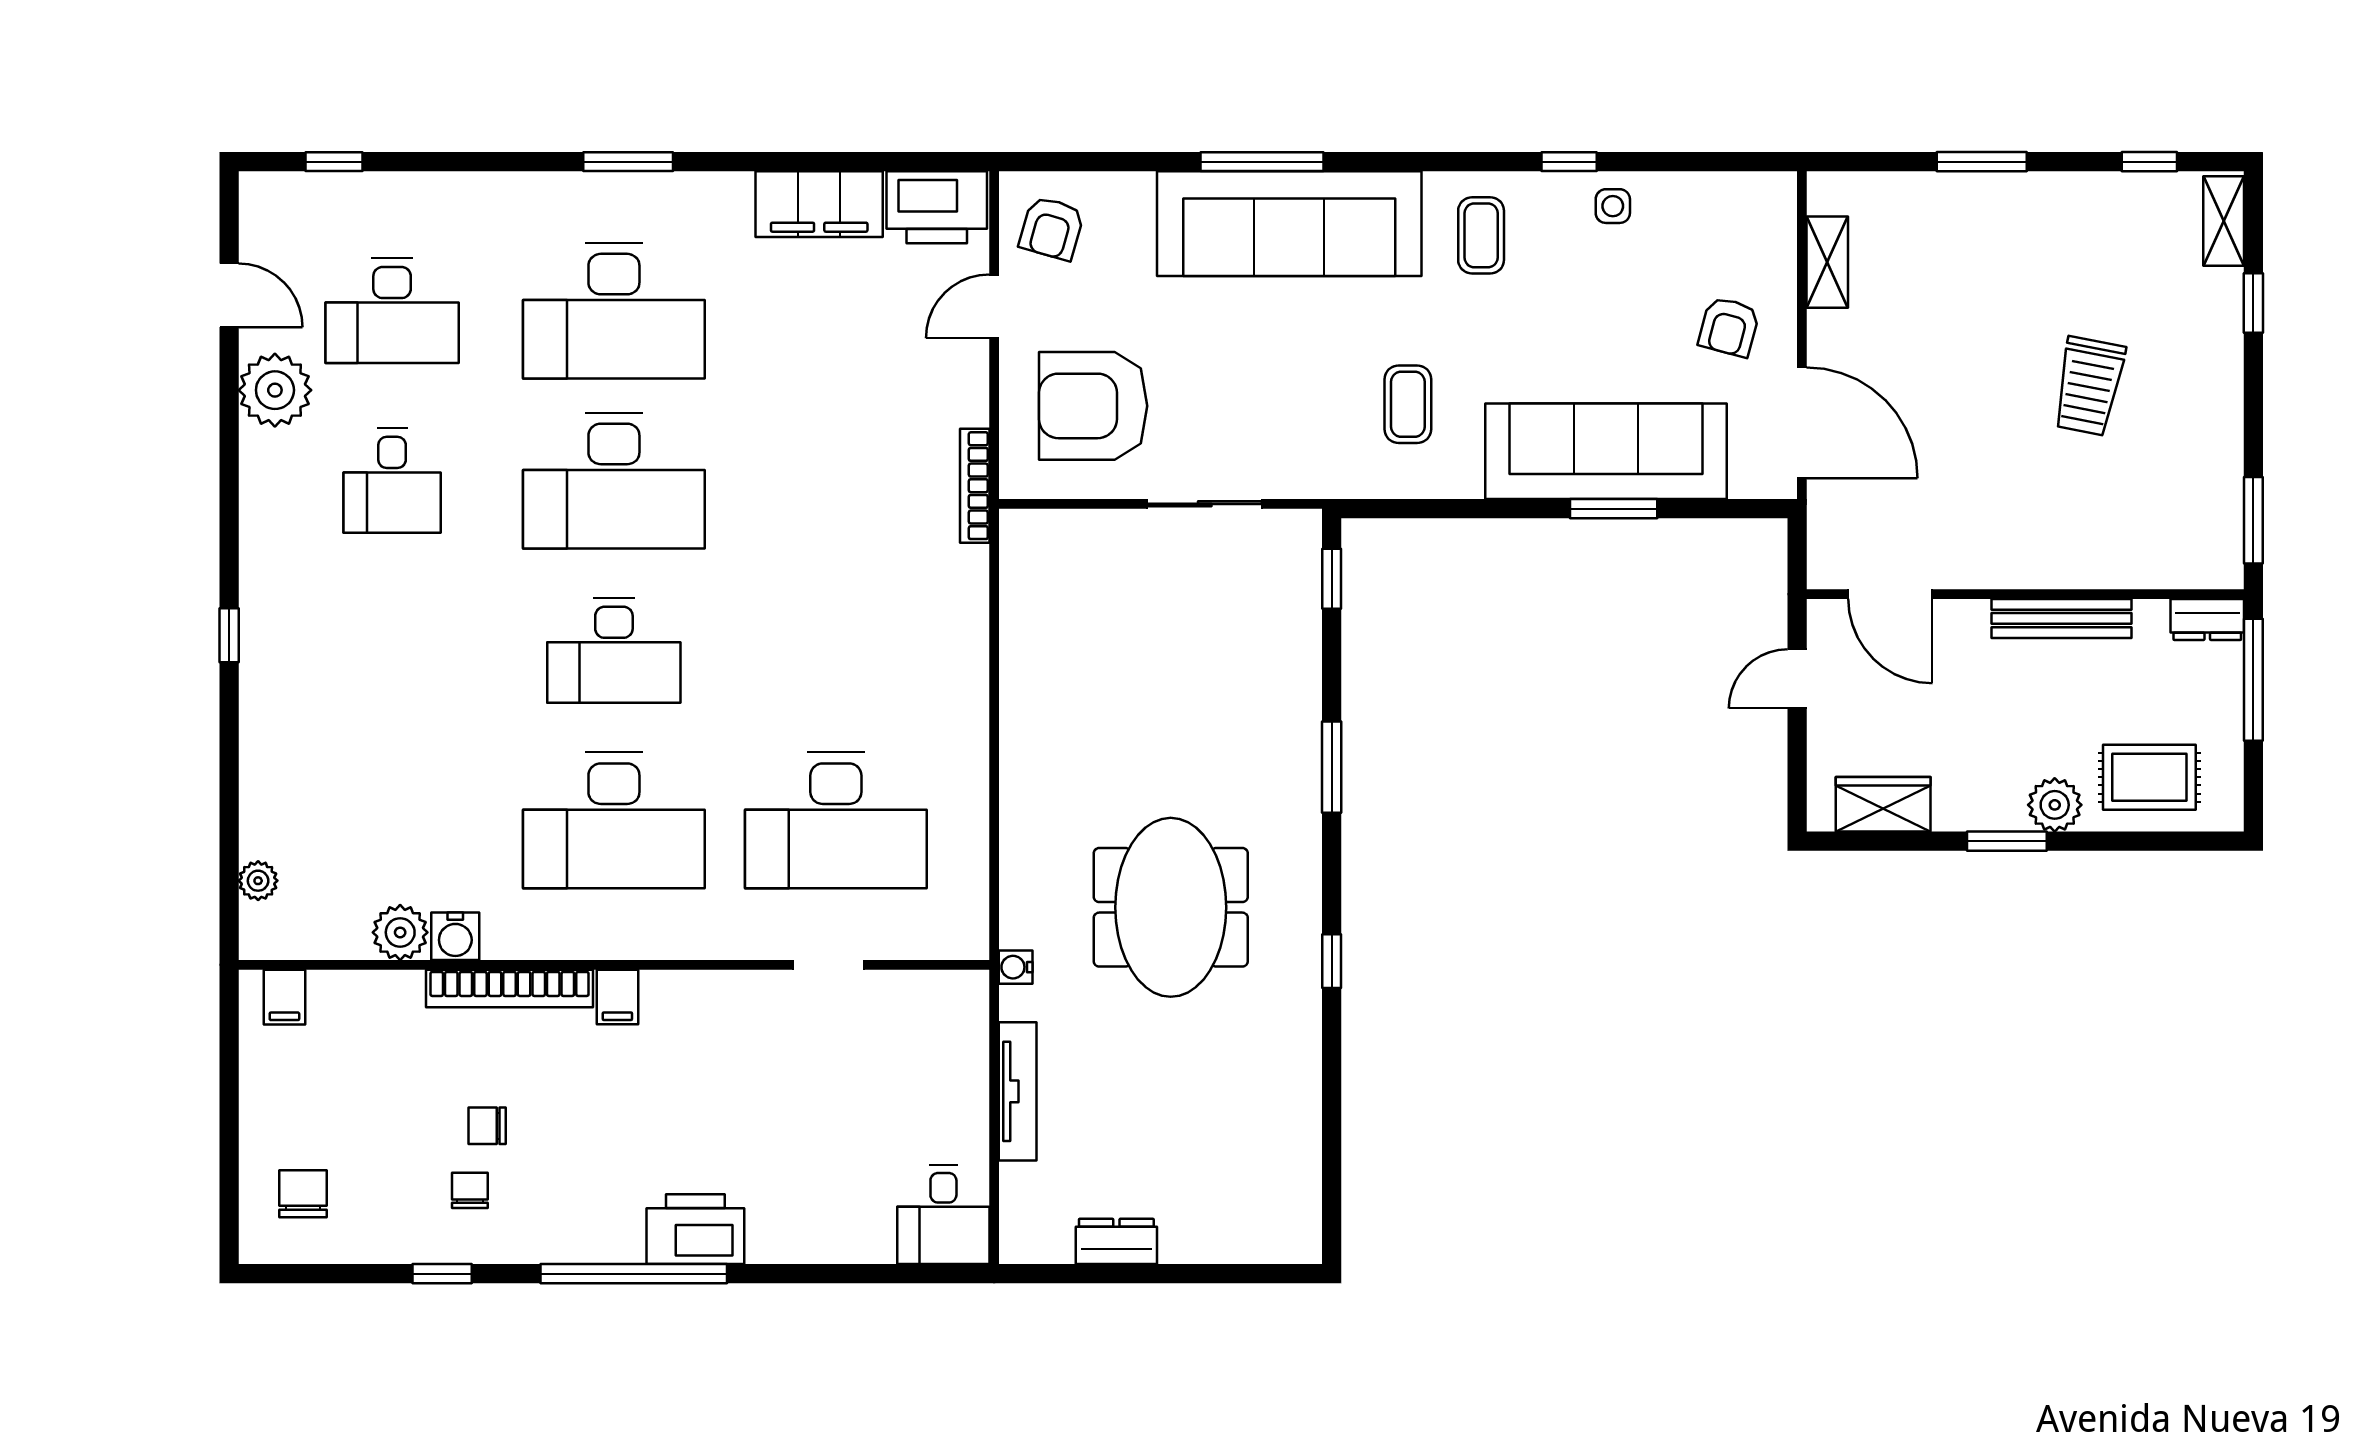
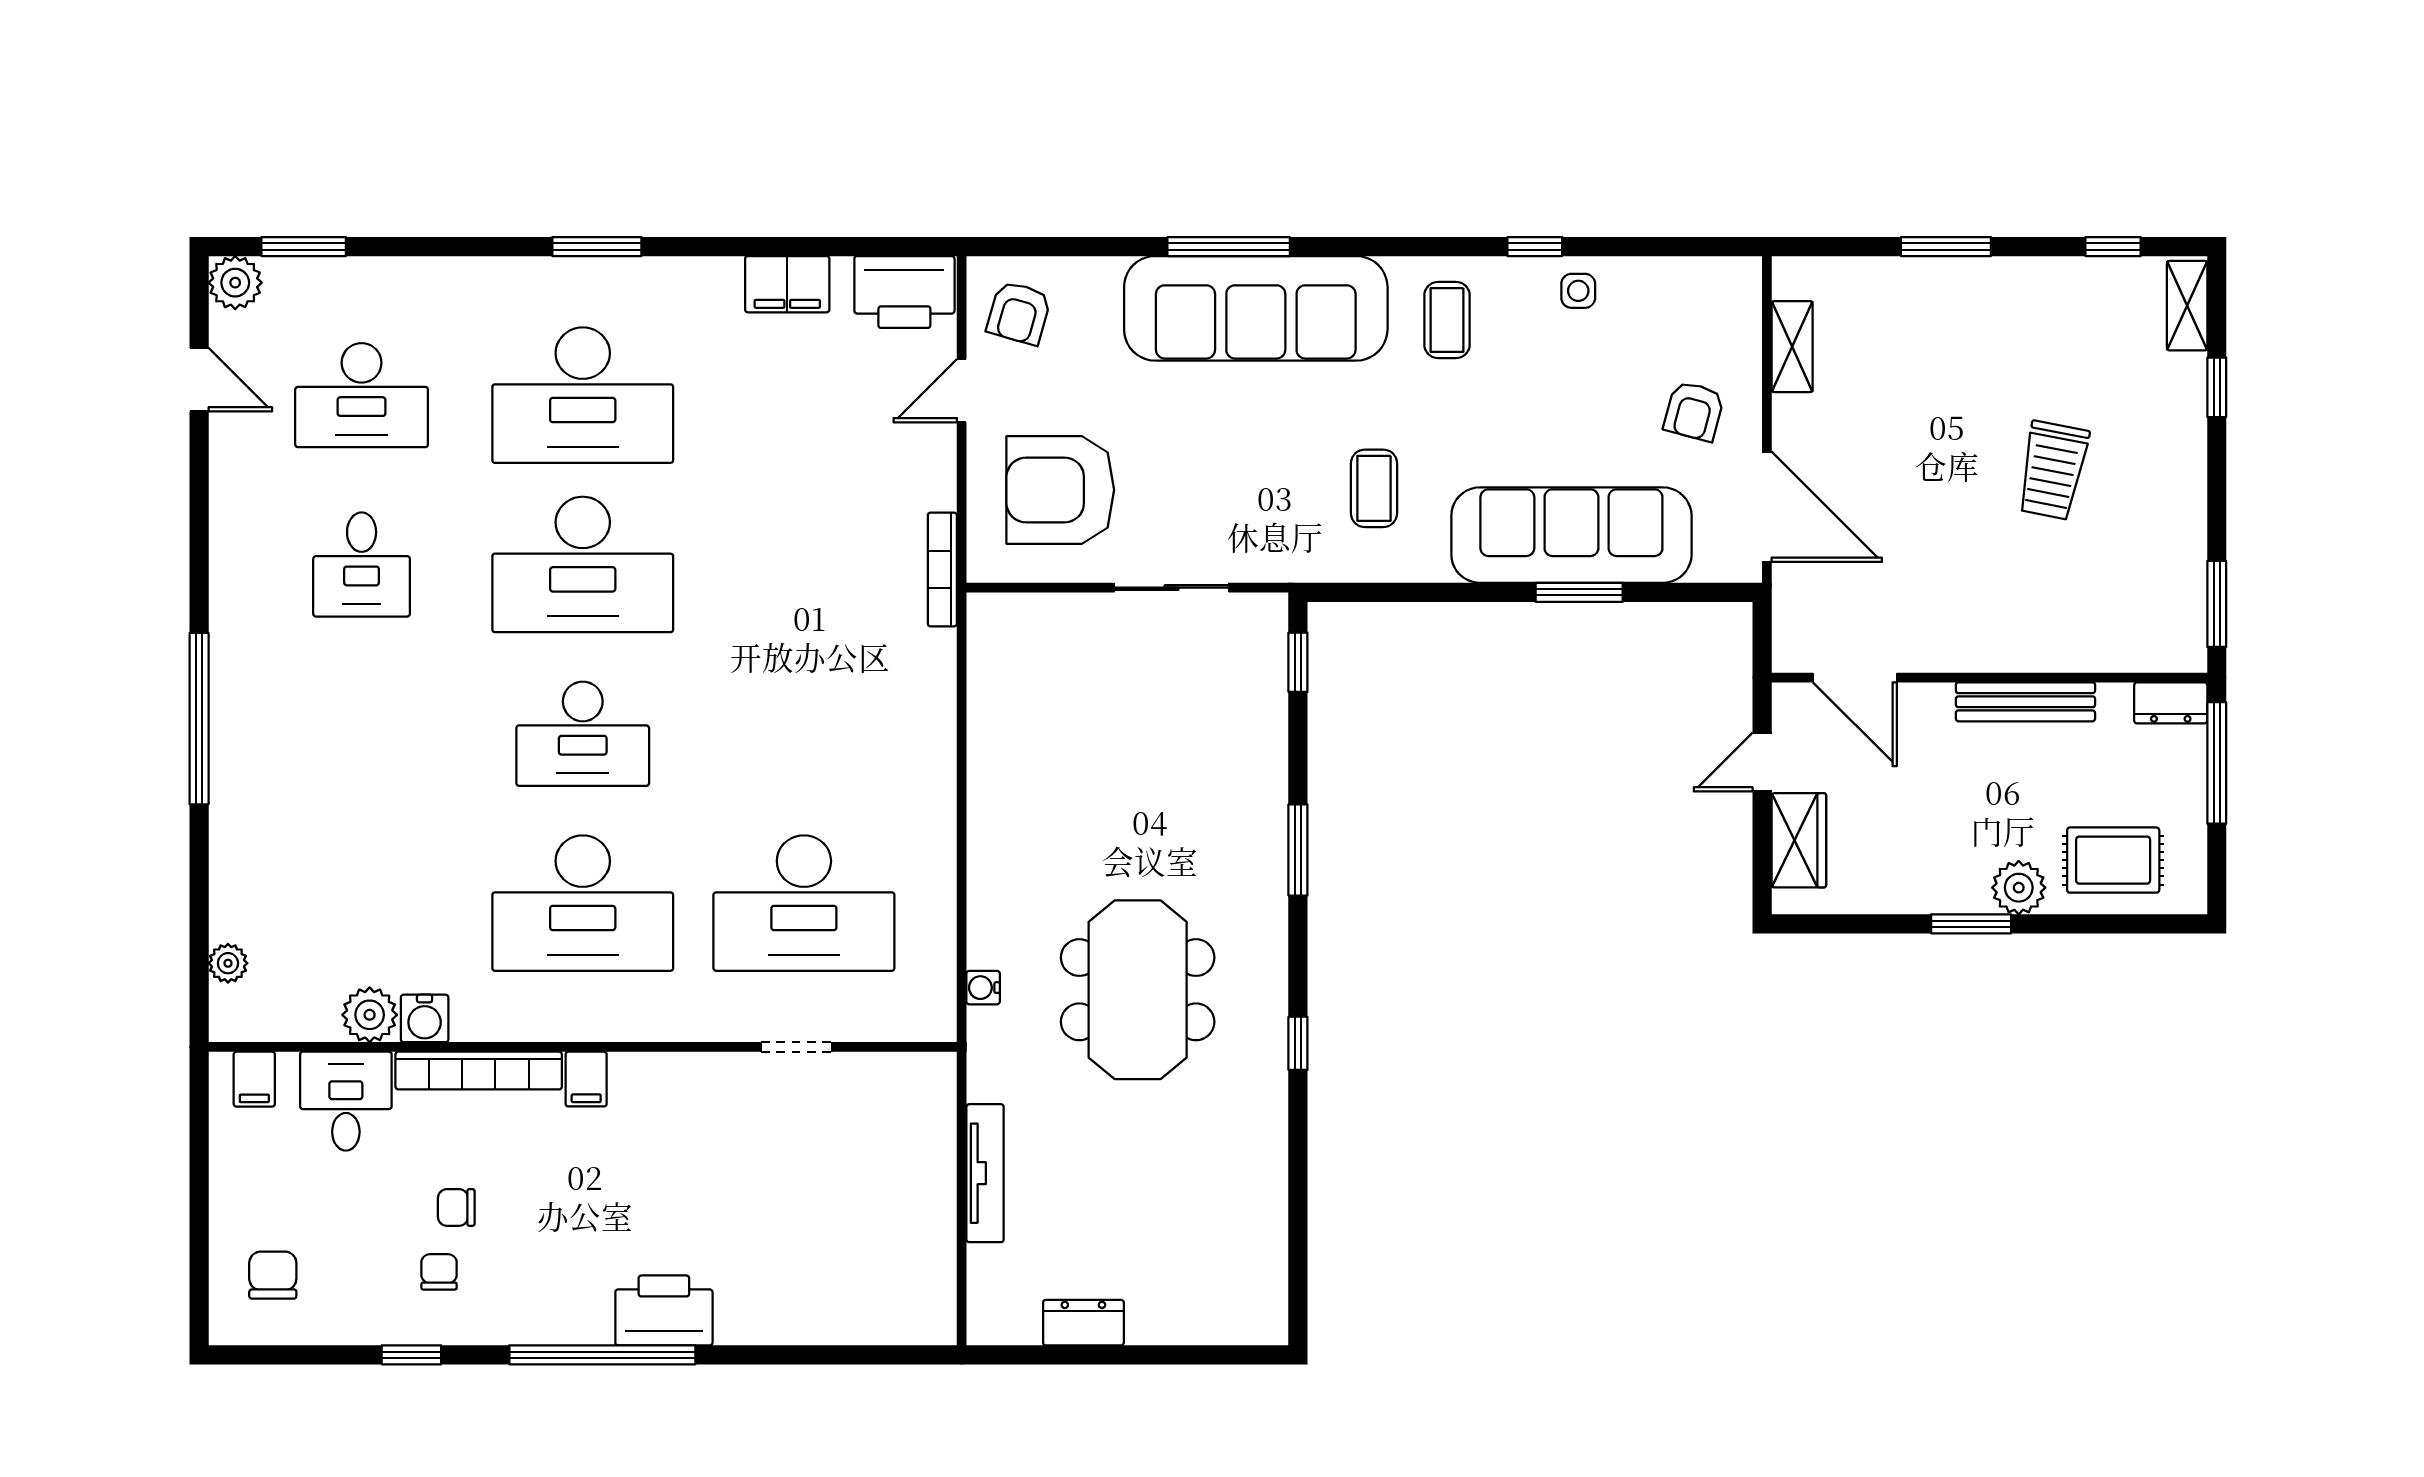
window: (334, 162) -> (304, 247), width x1.50
filing cabinet: (819, 204) -> (787, 284), width x0.67, depth x0.86
plant: (275, 390) -> (235, 283), moved, width x0.73, depth x0.73
window: (229, 635) -> (199, 719), width x3.17
wardrobe: (1883, 804) -> (1799, 840), moved, turned 90
water cooler: (1016, 967) -> (983, 988), moved
desk: (943, 1215) -> (346, 1101), moved, turned 180

